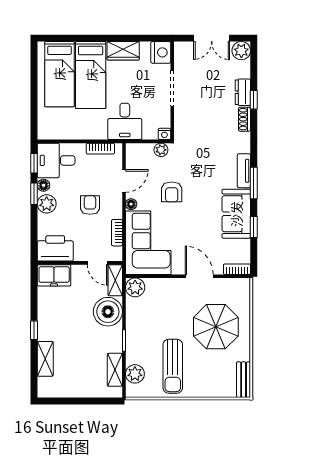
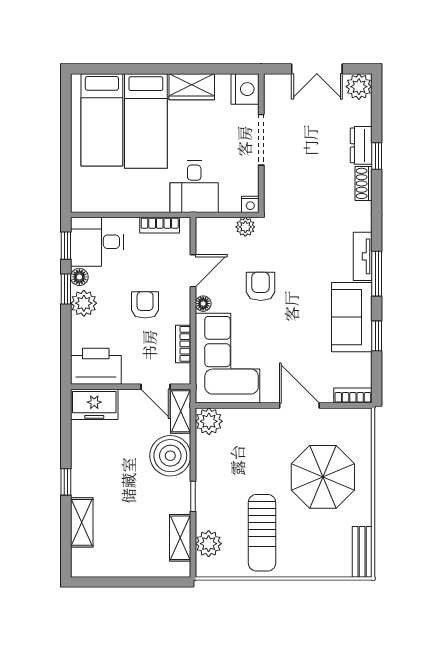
armchair: (172, 192) -> (261, 286), turned 180

